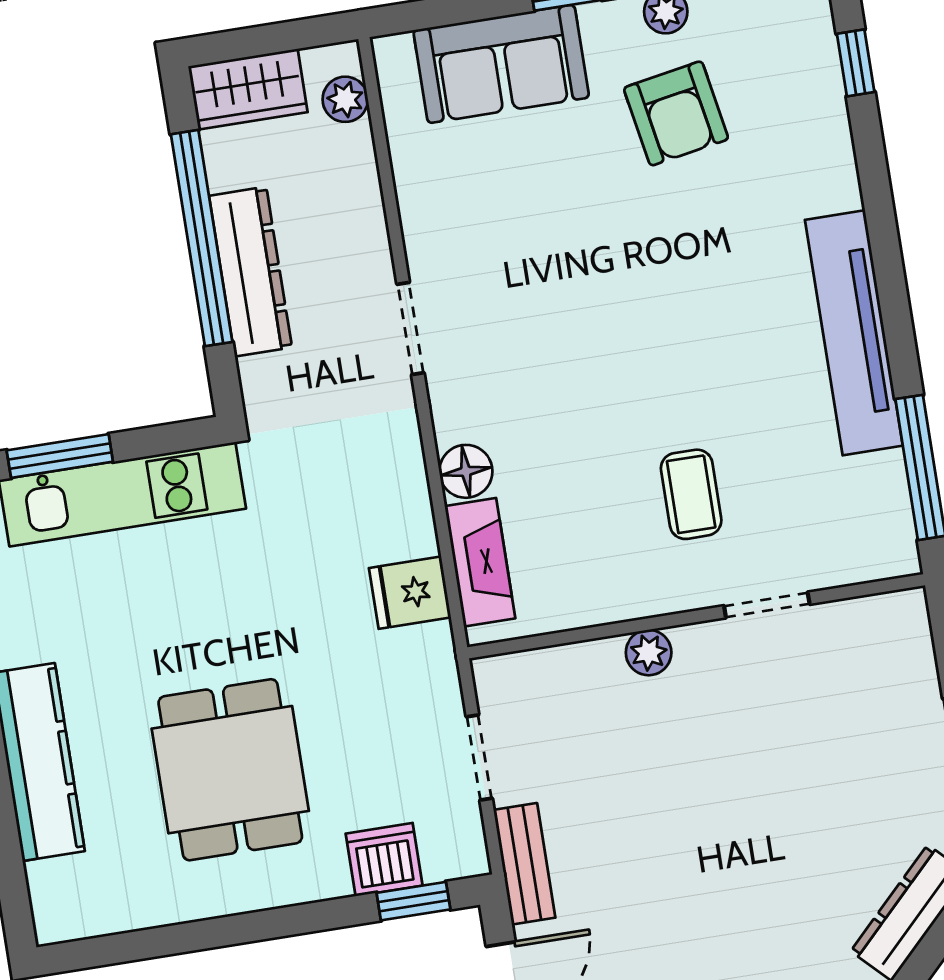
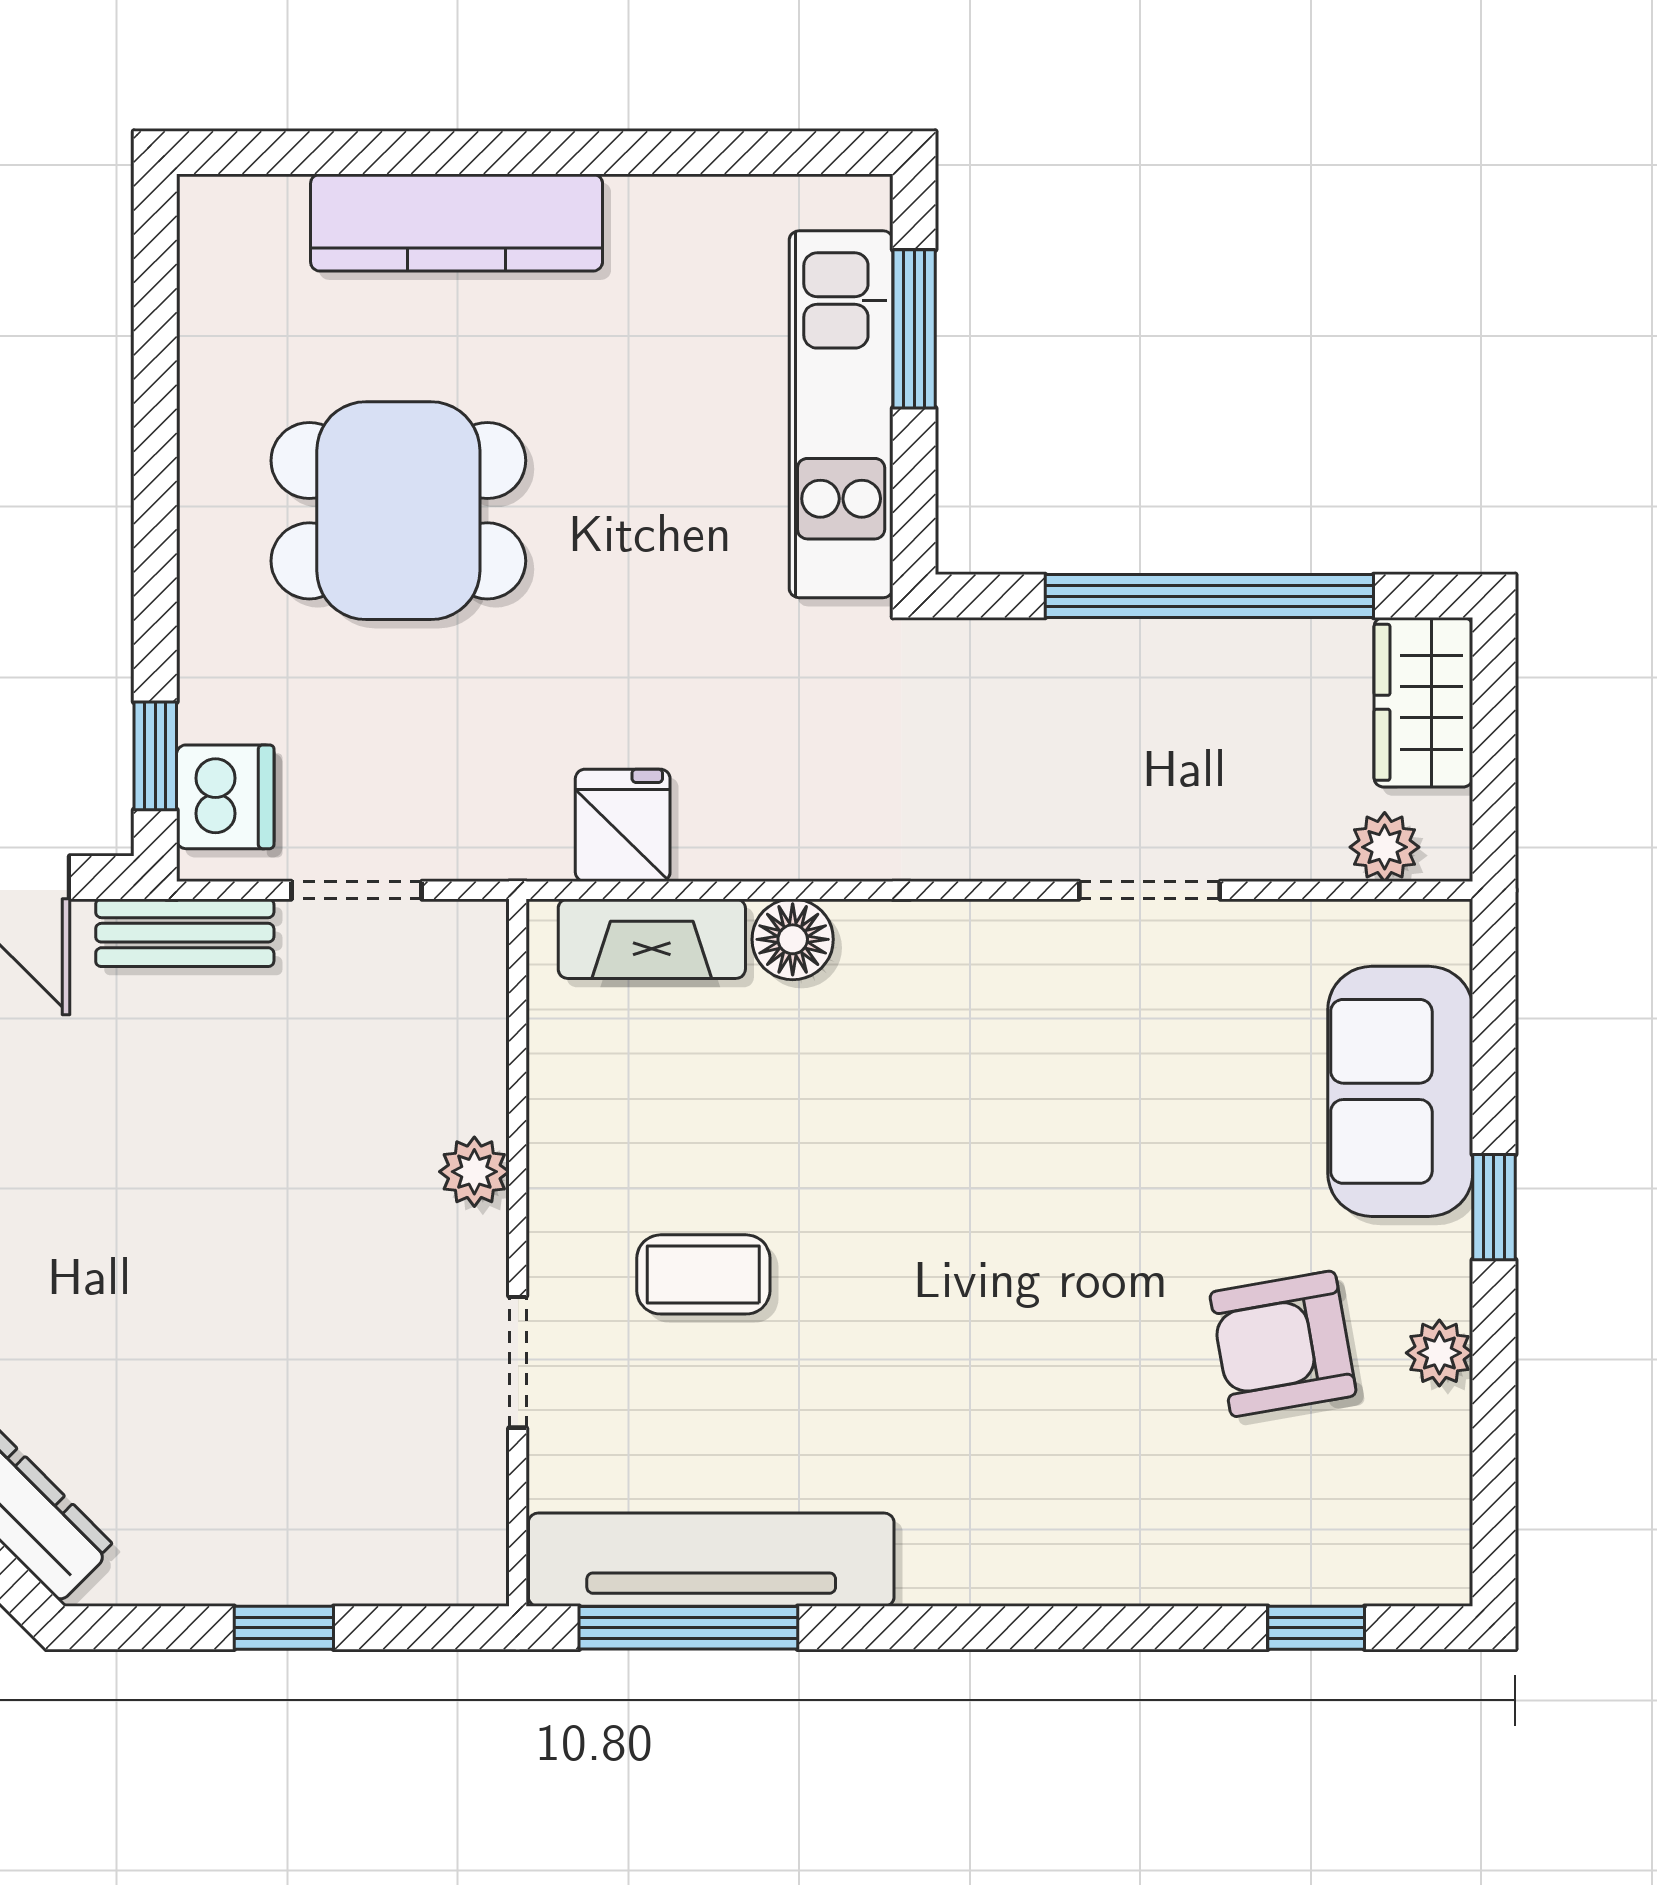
dresser: (250, 272) -> (1147, 662), removed
doorway: (411, 328) -> (1150, 890), moved
tv unit: (854, 333) -> (711, 1560), moved
dishwasher: (384, 860) -> (225, 797), moved

